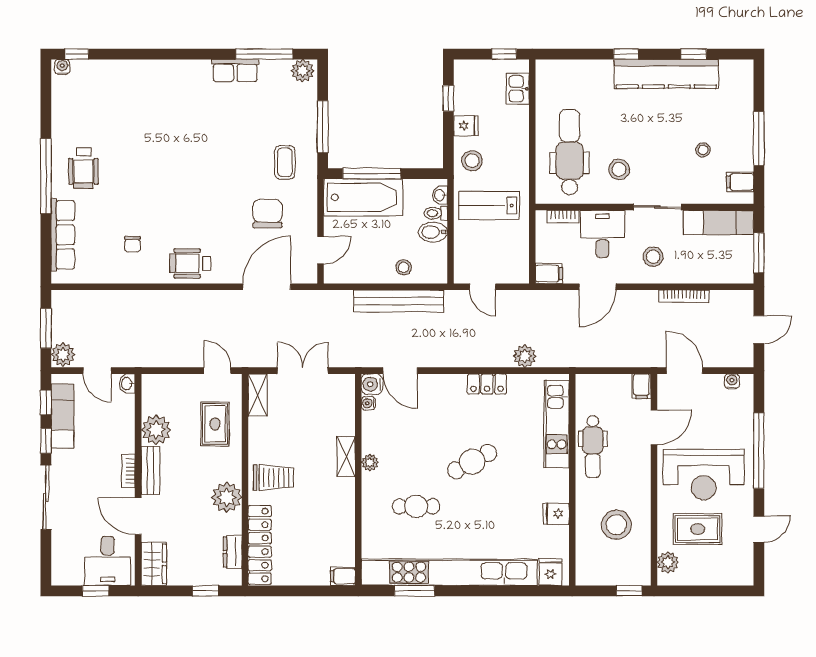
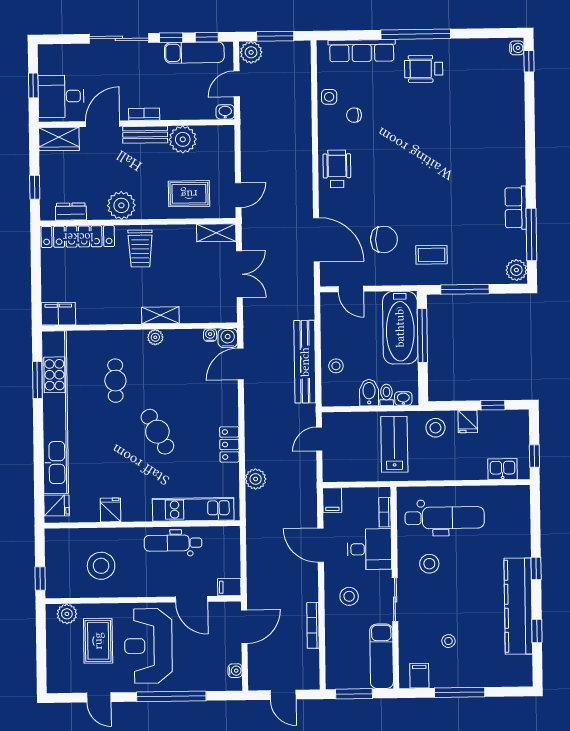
side table: (112, 271) -> (329, 97), added
filing cabinet: (343, 576) -> (58, 314), width x2.00

